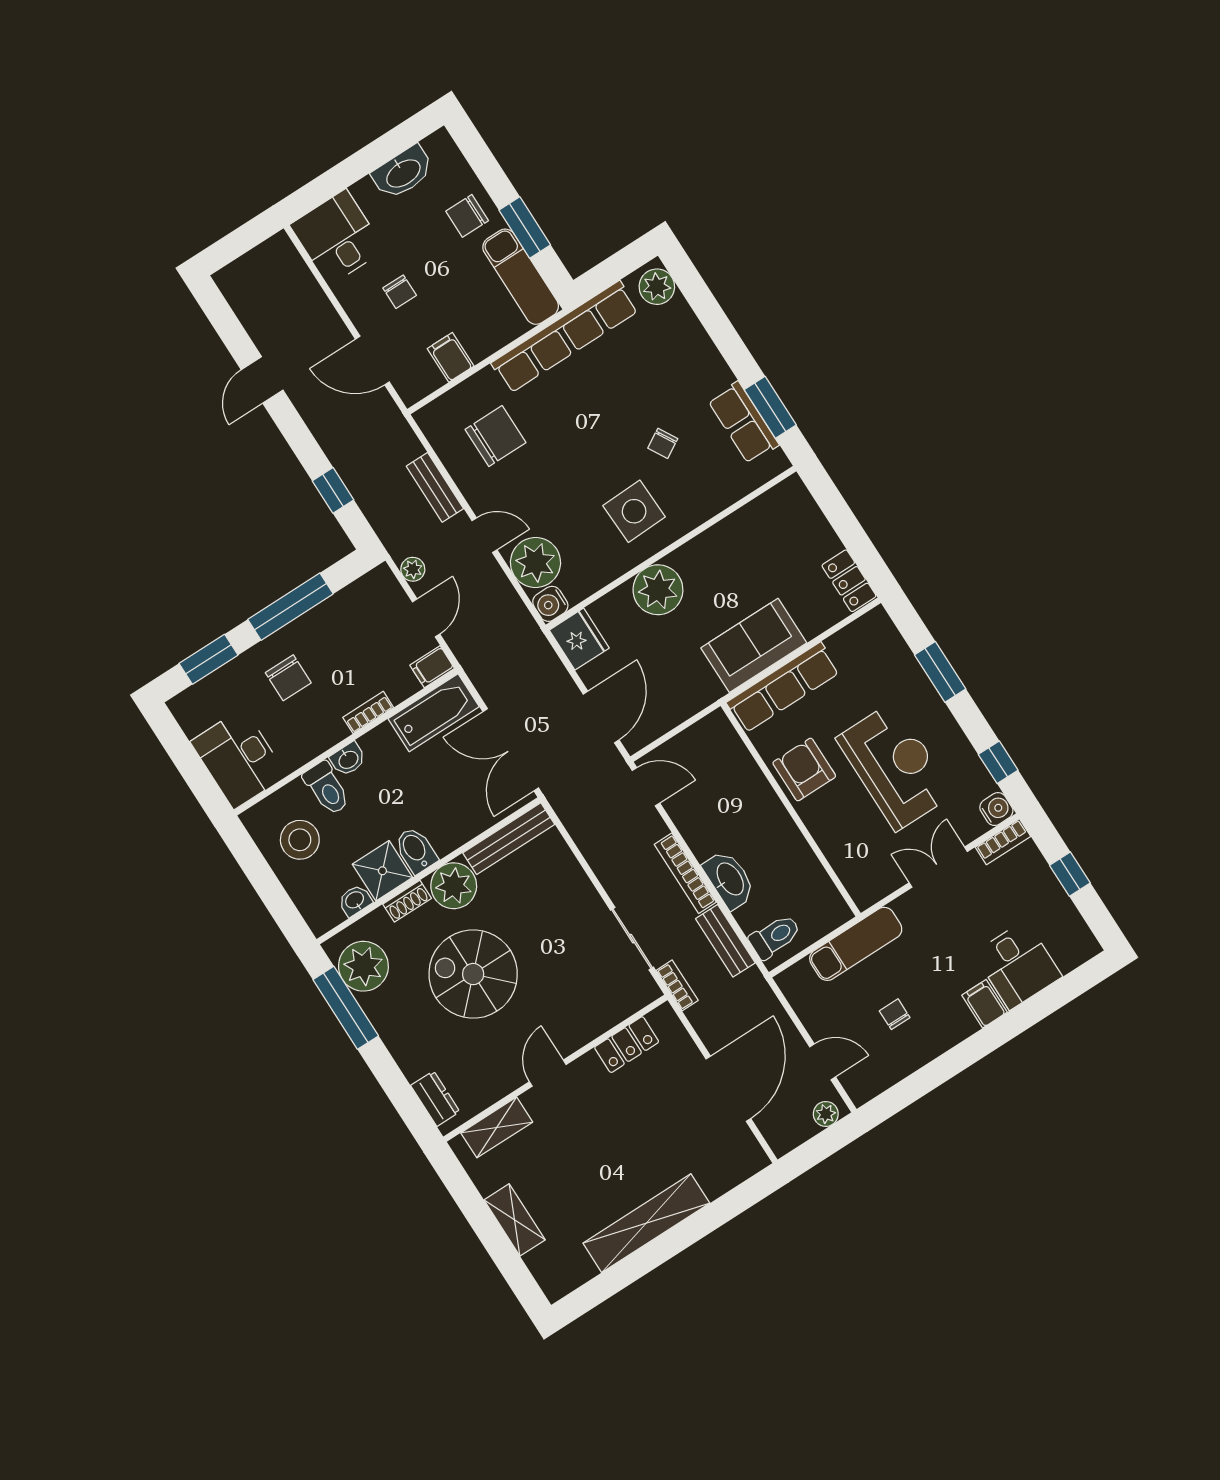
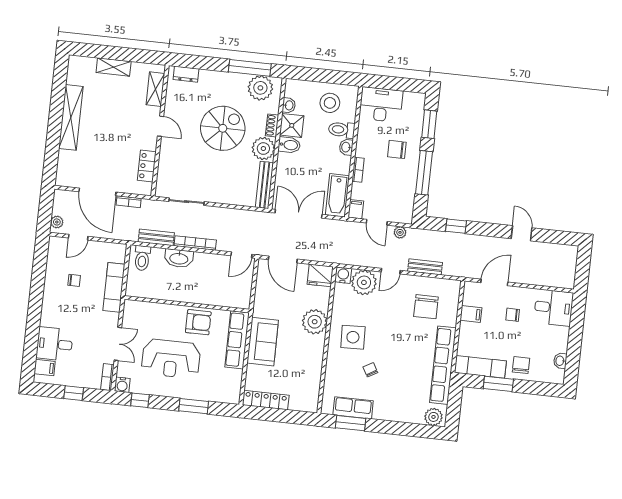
washbasin: (403, 173) -> (560, 361), width x0.52, depth x0.69
locker: (849, 581) -> (266, 400), width x1.53
bookcase: (677, 985) -> (129, 202), moved
filing cabinet: (984, 1004) -> (45, 368), moved

